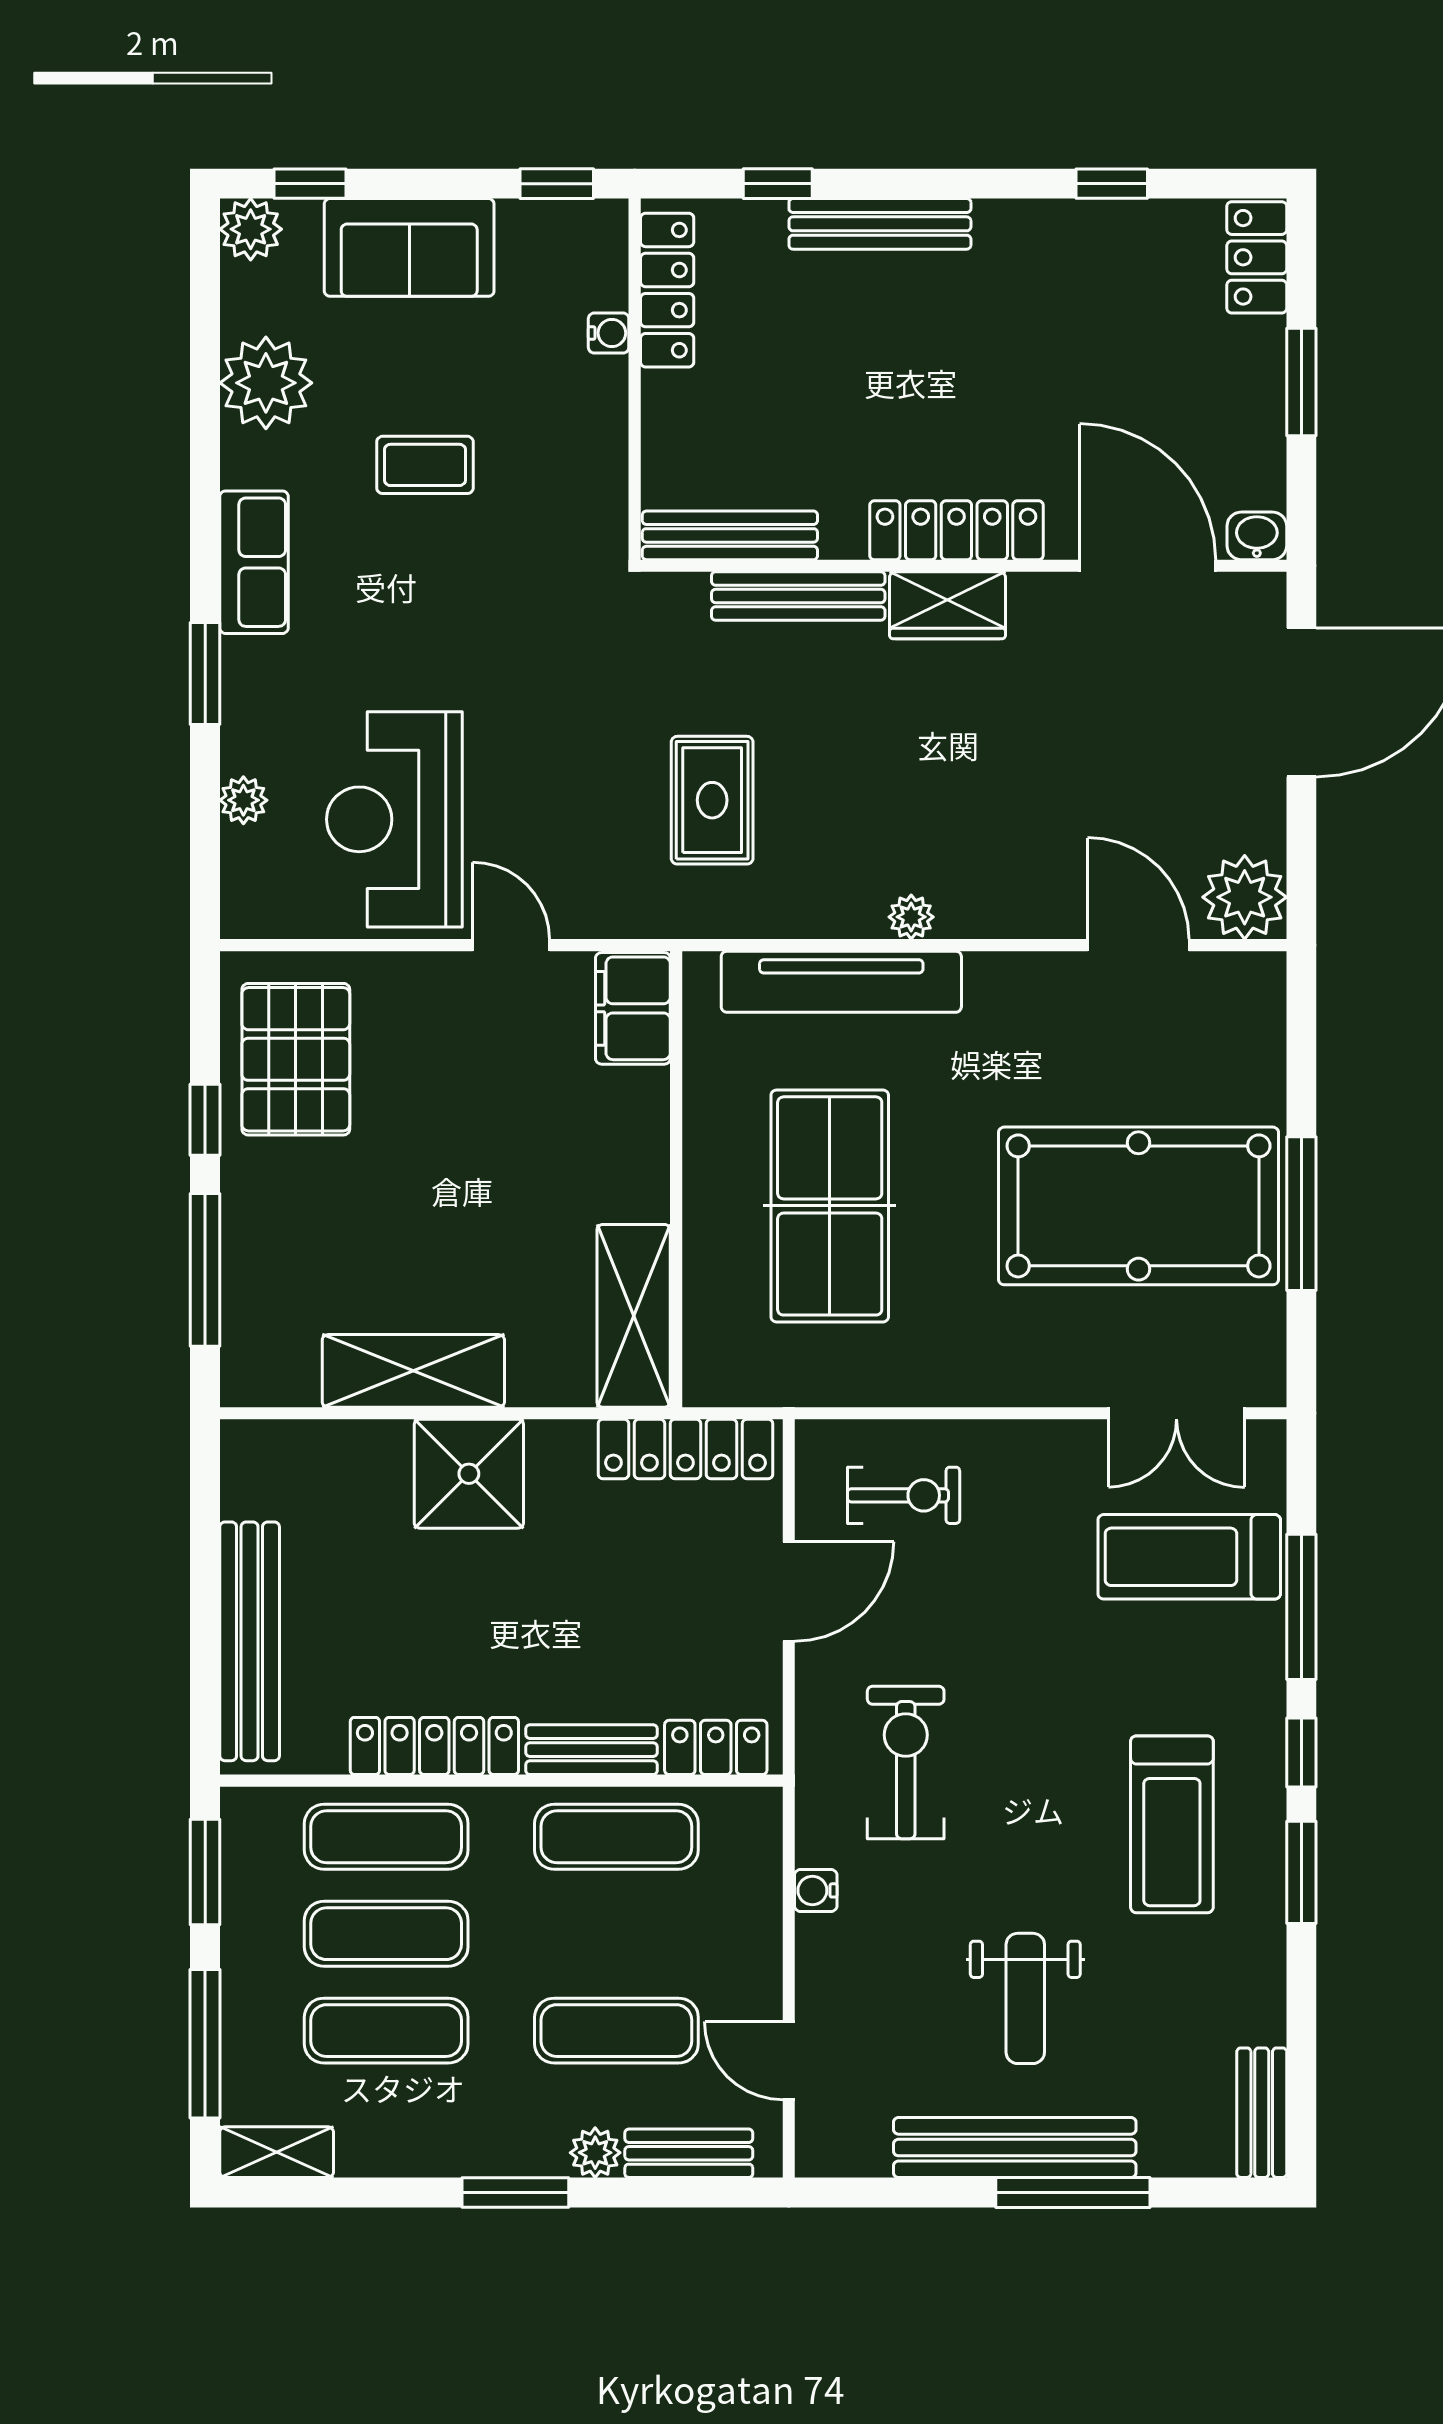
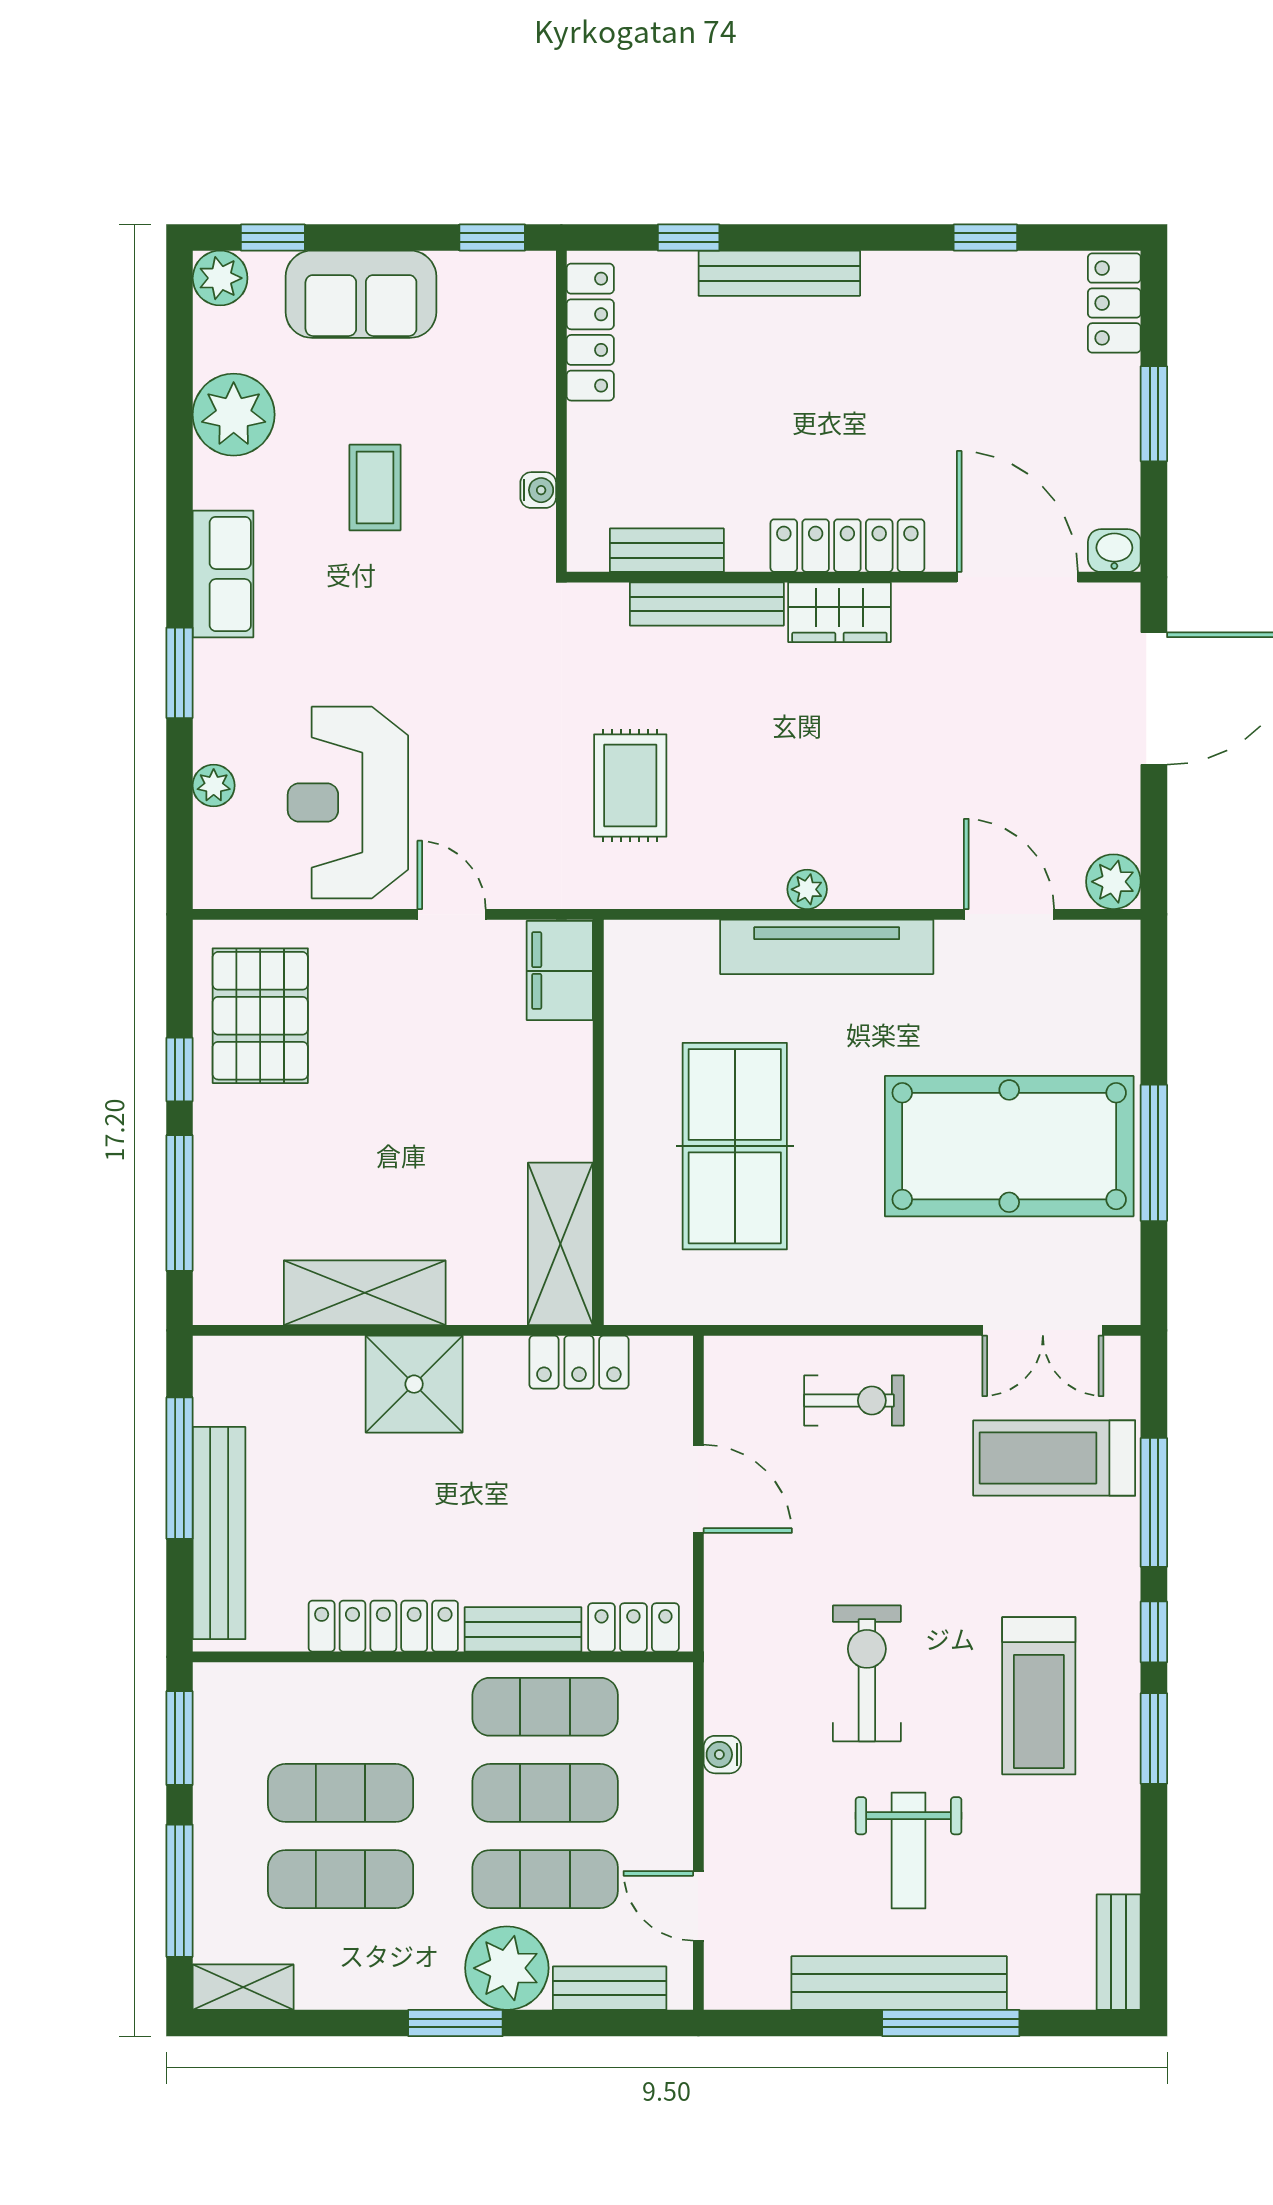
water cooler: (609, 333) -> (538, 490), moved
coffee table: (425, 465) -> (375, 487), turned 90
bench: (730, 535) -> (667, 550), width x0.73
plant: (1245, 897) -> (1113, 882), width x0.73, depth x0.73
tv unit: (841, 982) -> (827, 947), moved
locker: (685, 1449) -> (579, 1362), width x0.66
exercise bike: (904, 1495) -> (854, 1400), moved
window: (205, 1568) -> (180, 1468), added
door: (789, 1592) -> (698, 1489), hinge flipped
exercise bike: (906, 1762) -> (867, 1673), moved
exercise mat: (386, 1837) -> (545, 1793), moved
plant: (595, 2153) -> (507, 1968), width x1.88, depth x1.88

